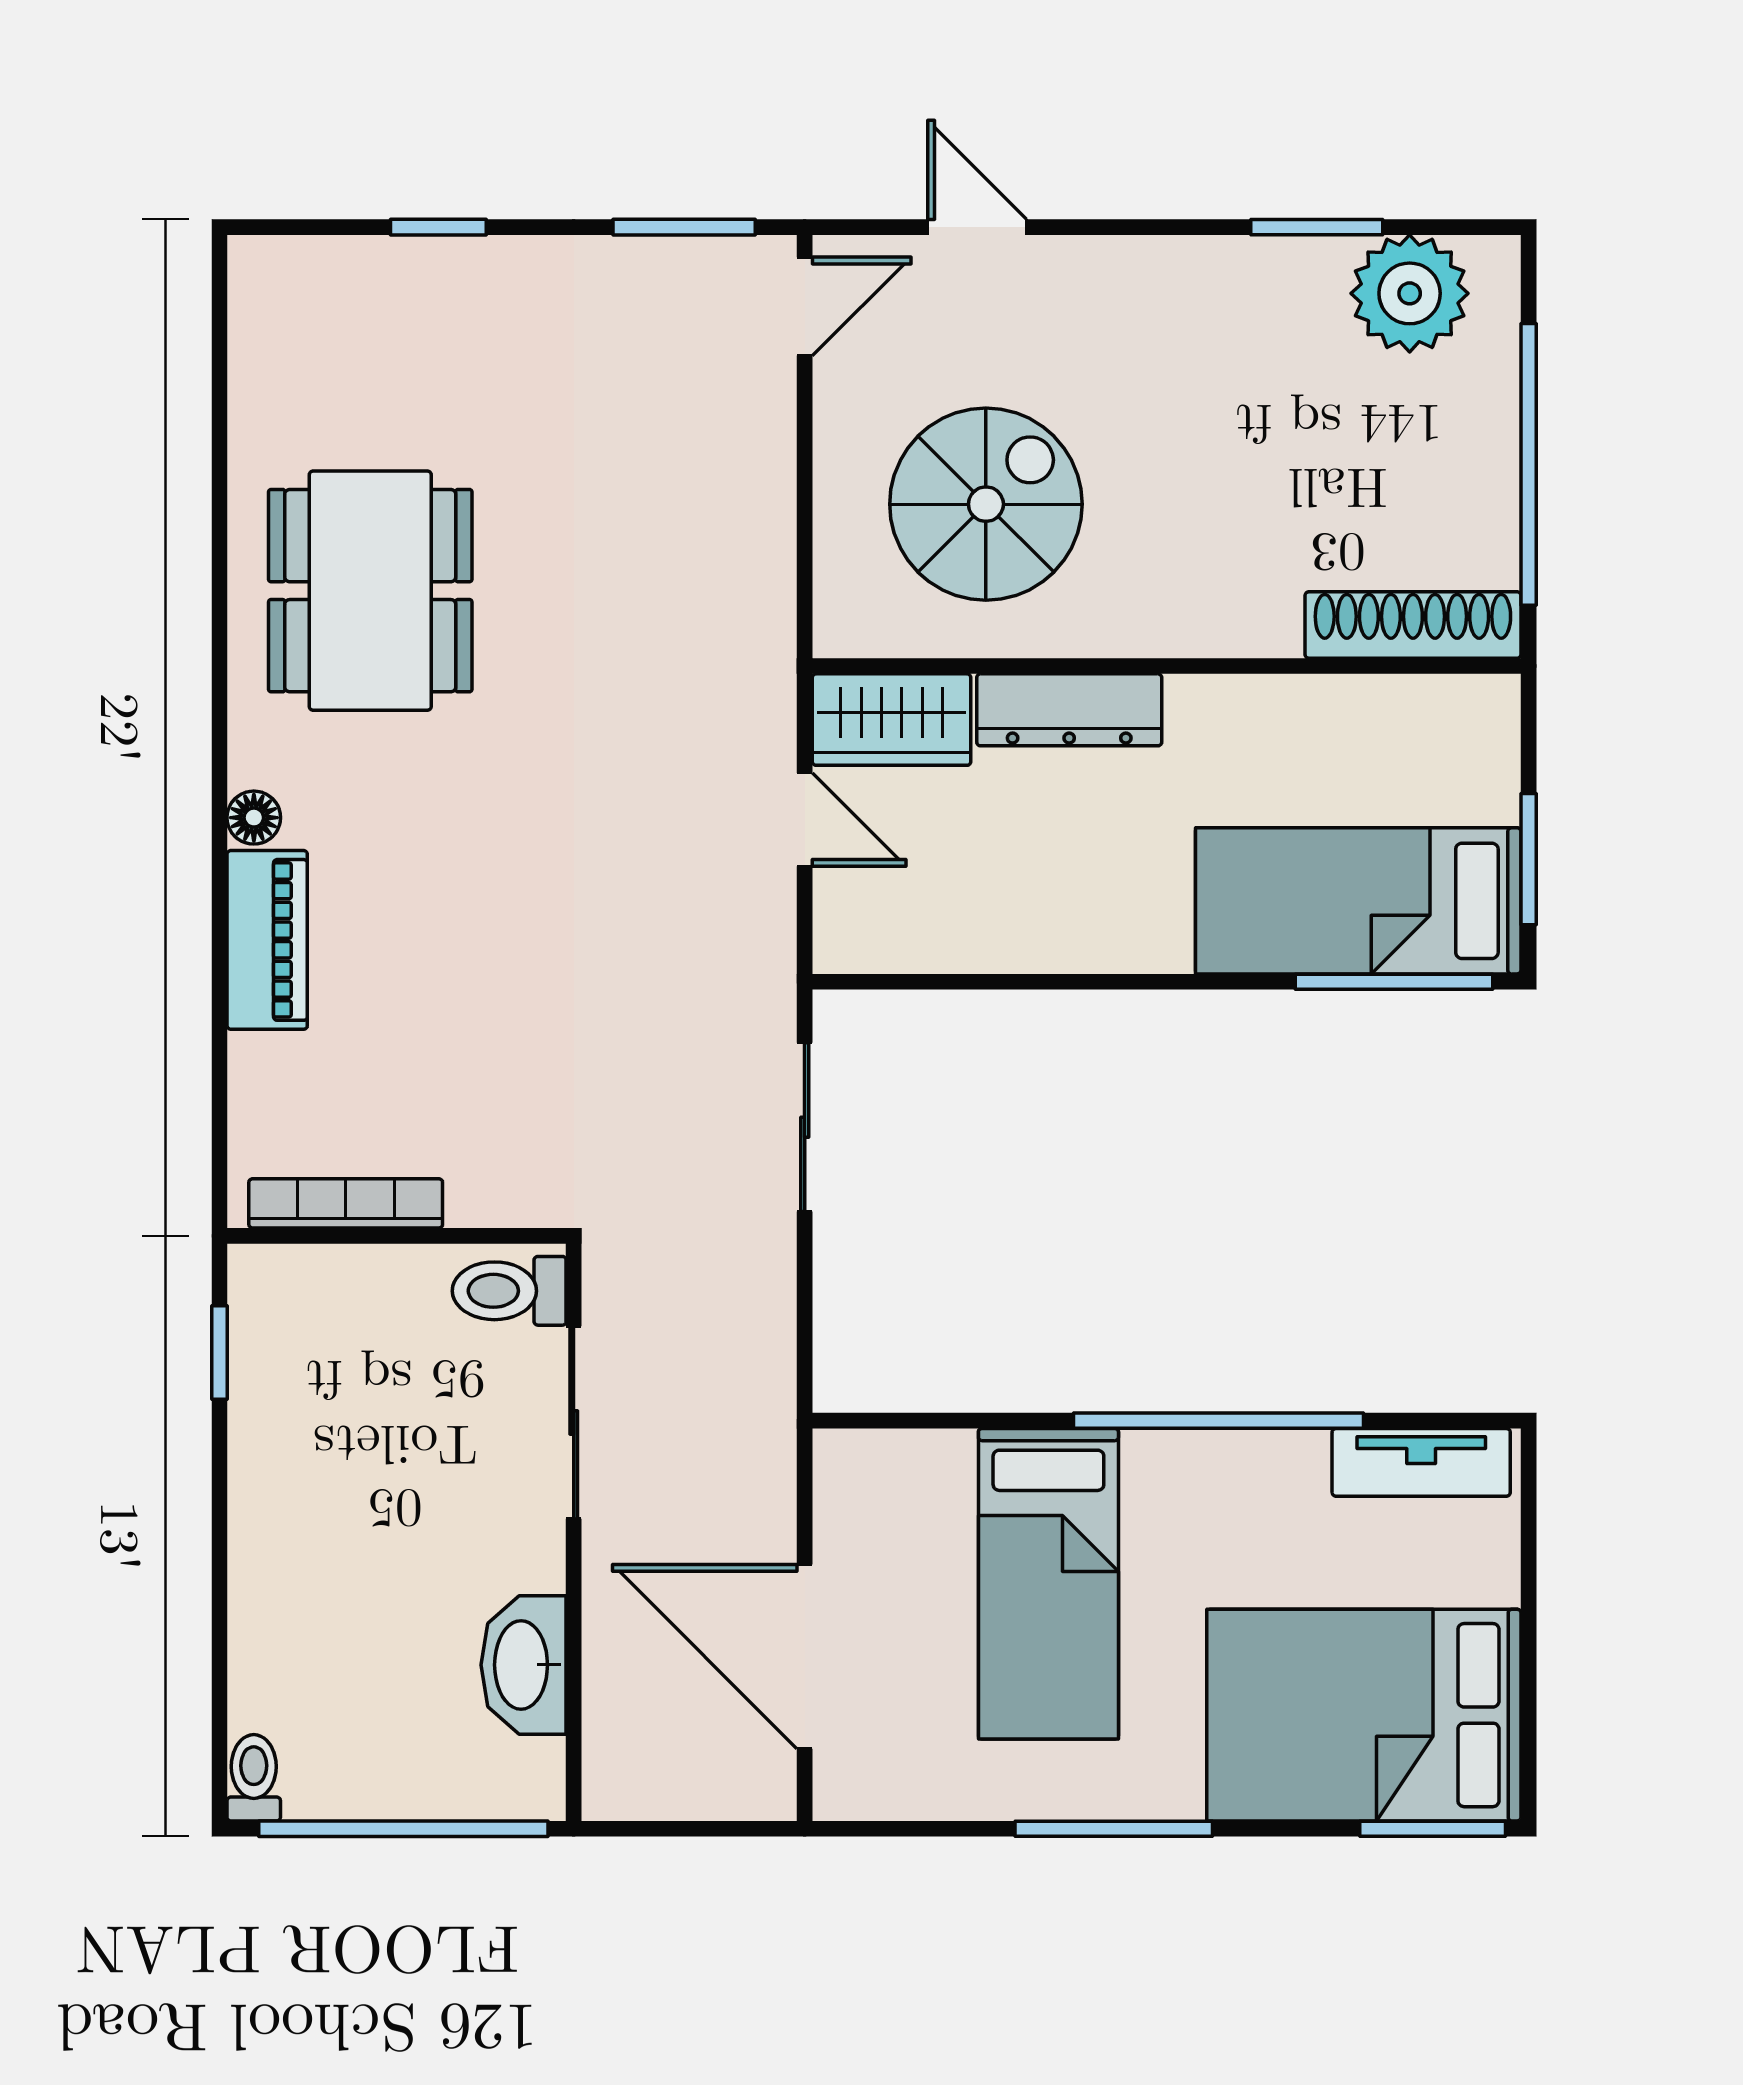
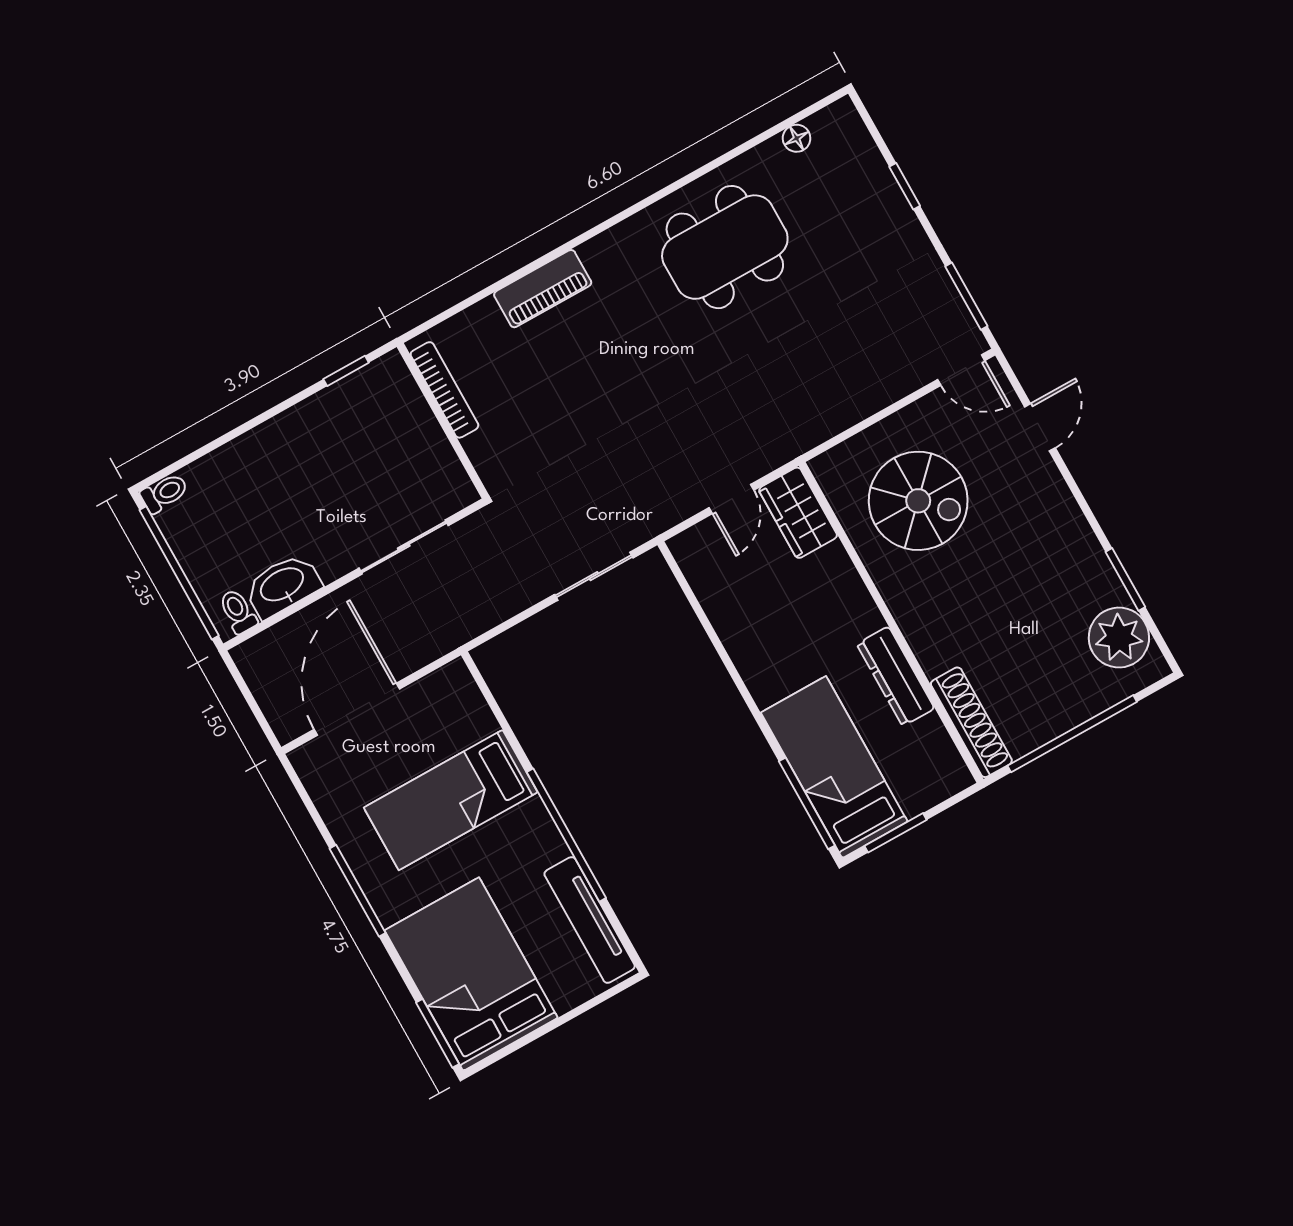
dresser: (1069, 710) -> (896, 676), moved
floor lamp: (254, 818) -> (797, 138), moved
toilet: (509, 1291) -> (238, 611), moved, width x0.73, depth x0.72
tv unit: (1421, 1462) -> (590, 920), width x1.41

